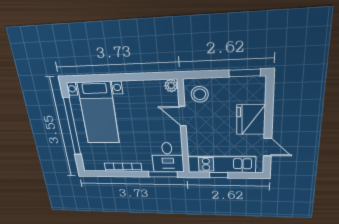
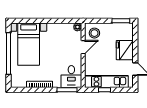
door: (183, 116) -> (83, 47), swing flipped

